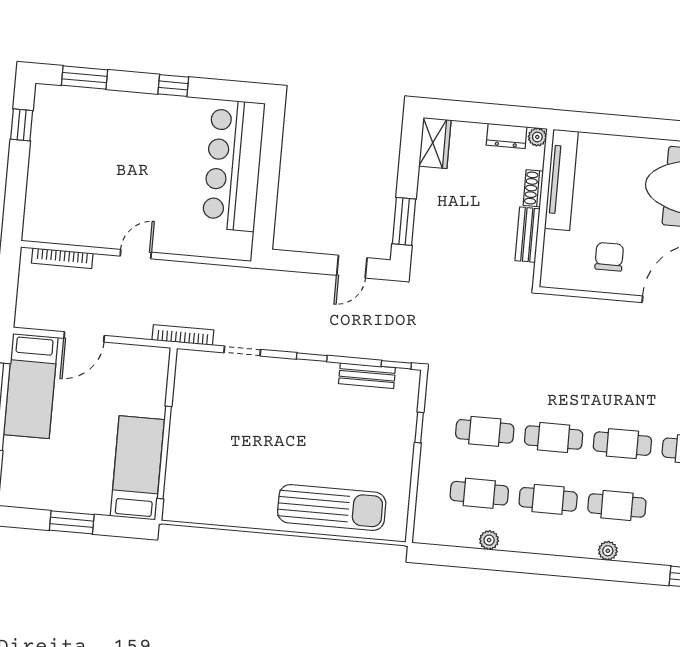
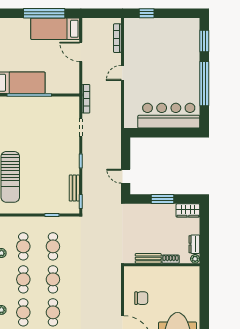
window: (173, 85) -> (204, 84), width x3.17
window: (22, 125) -> (147, 13), moved
tv unit: (561, 180) -> (176, 272), removed
window: (404, 221) -> (163, 199), moved
door: (136, 254) -> (122, 73), swing flipped

